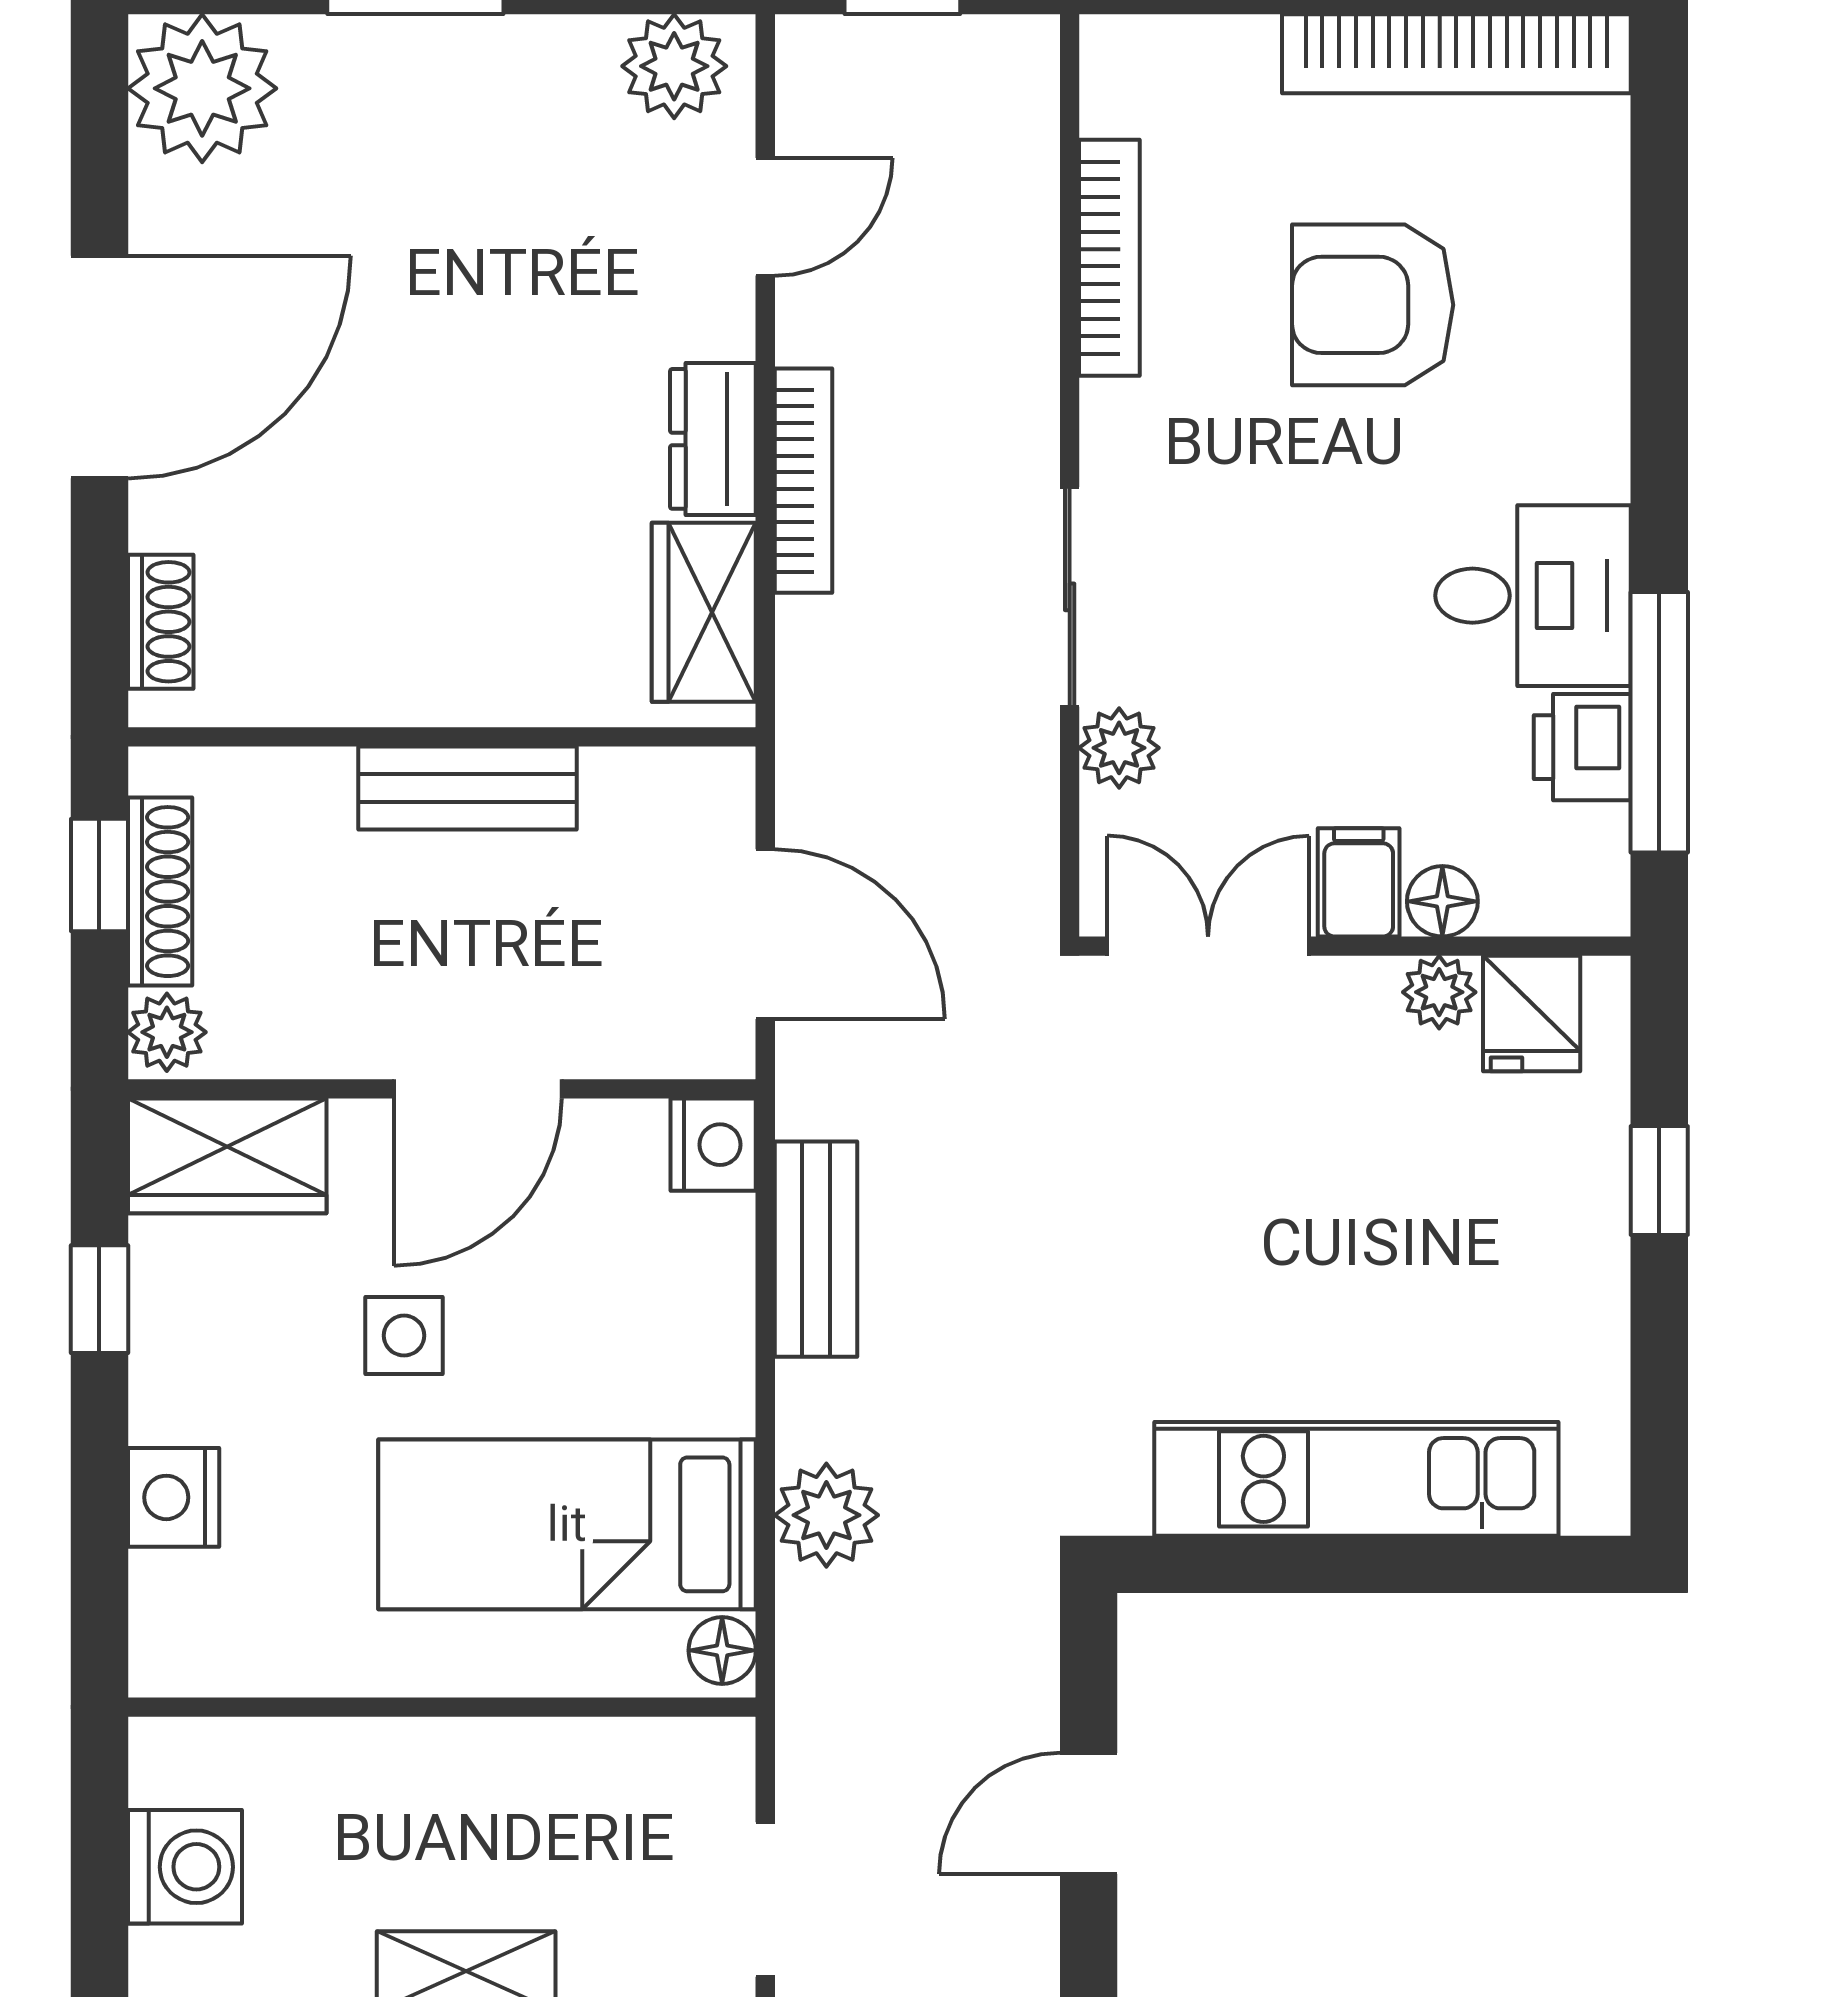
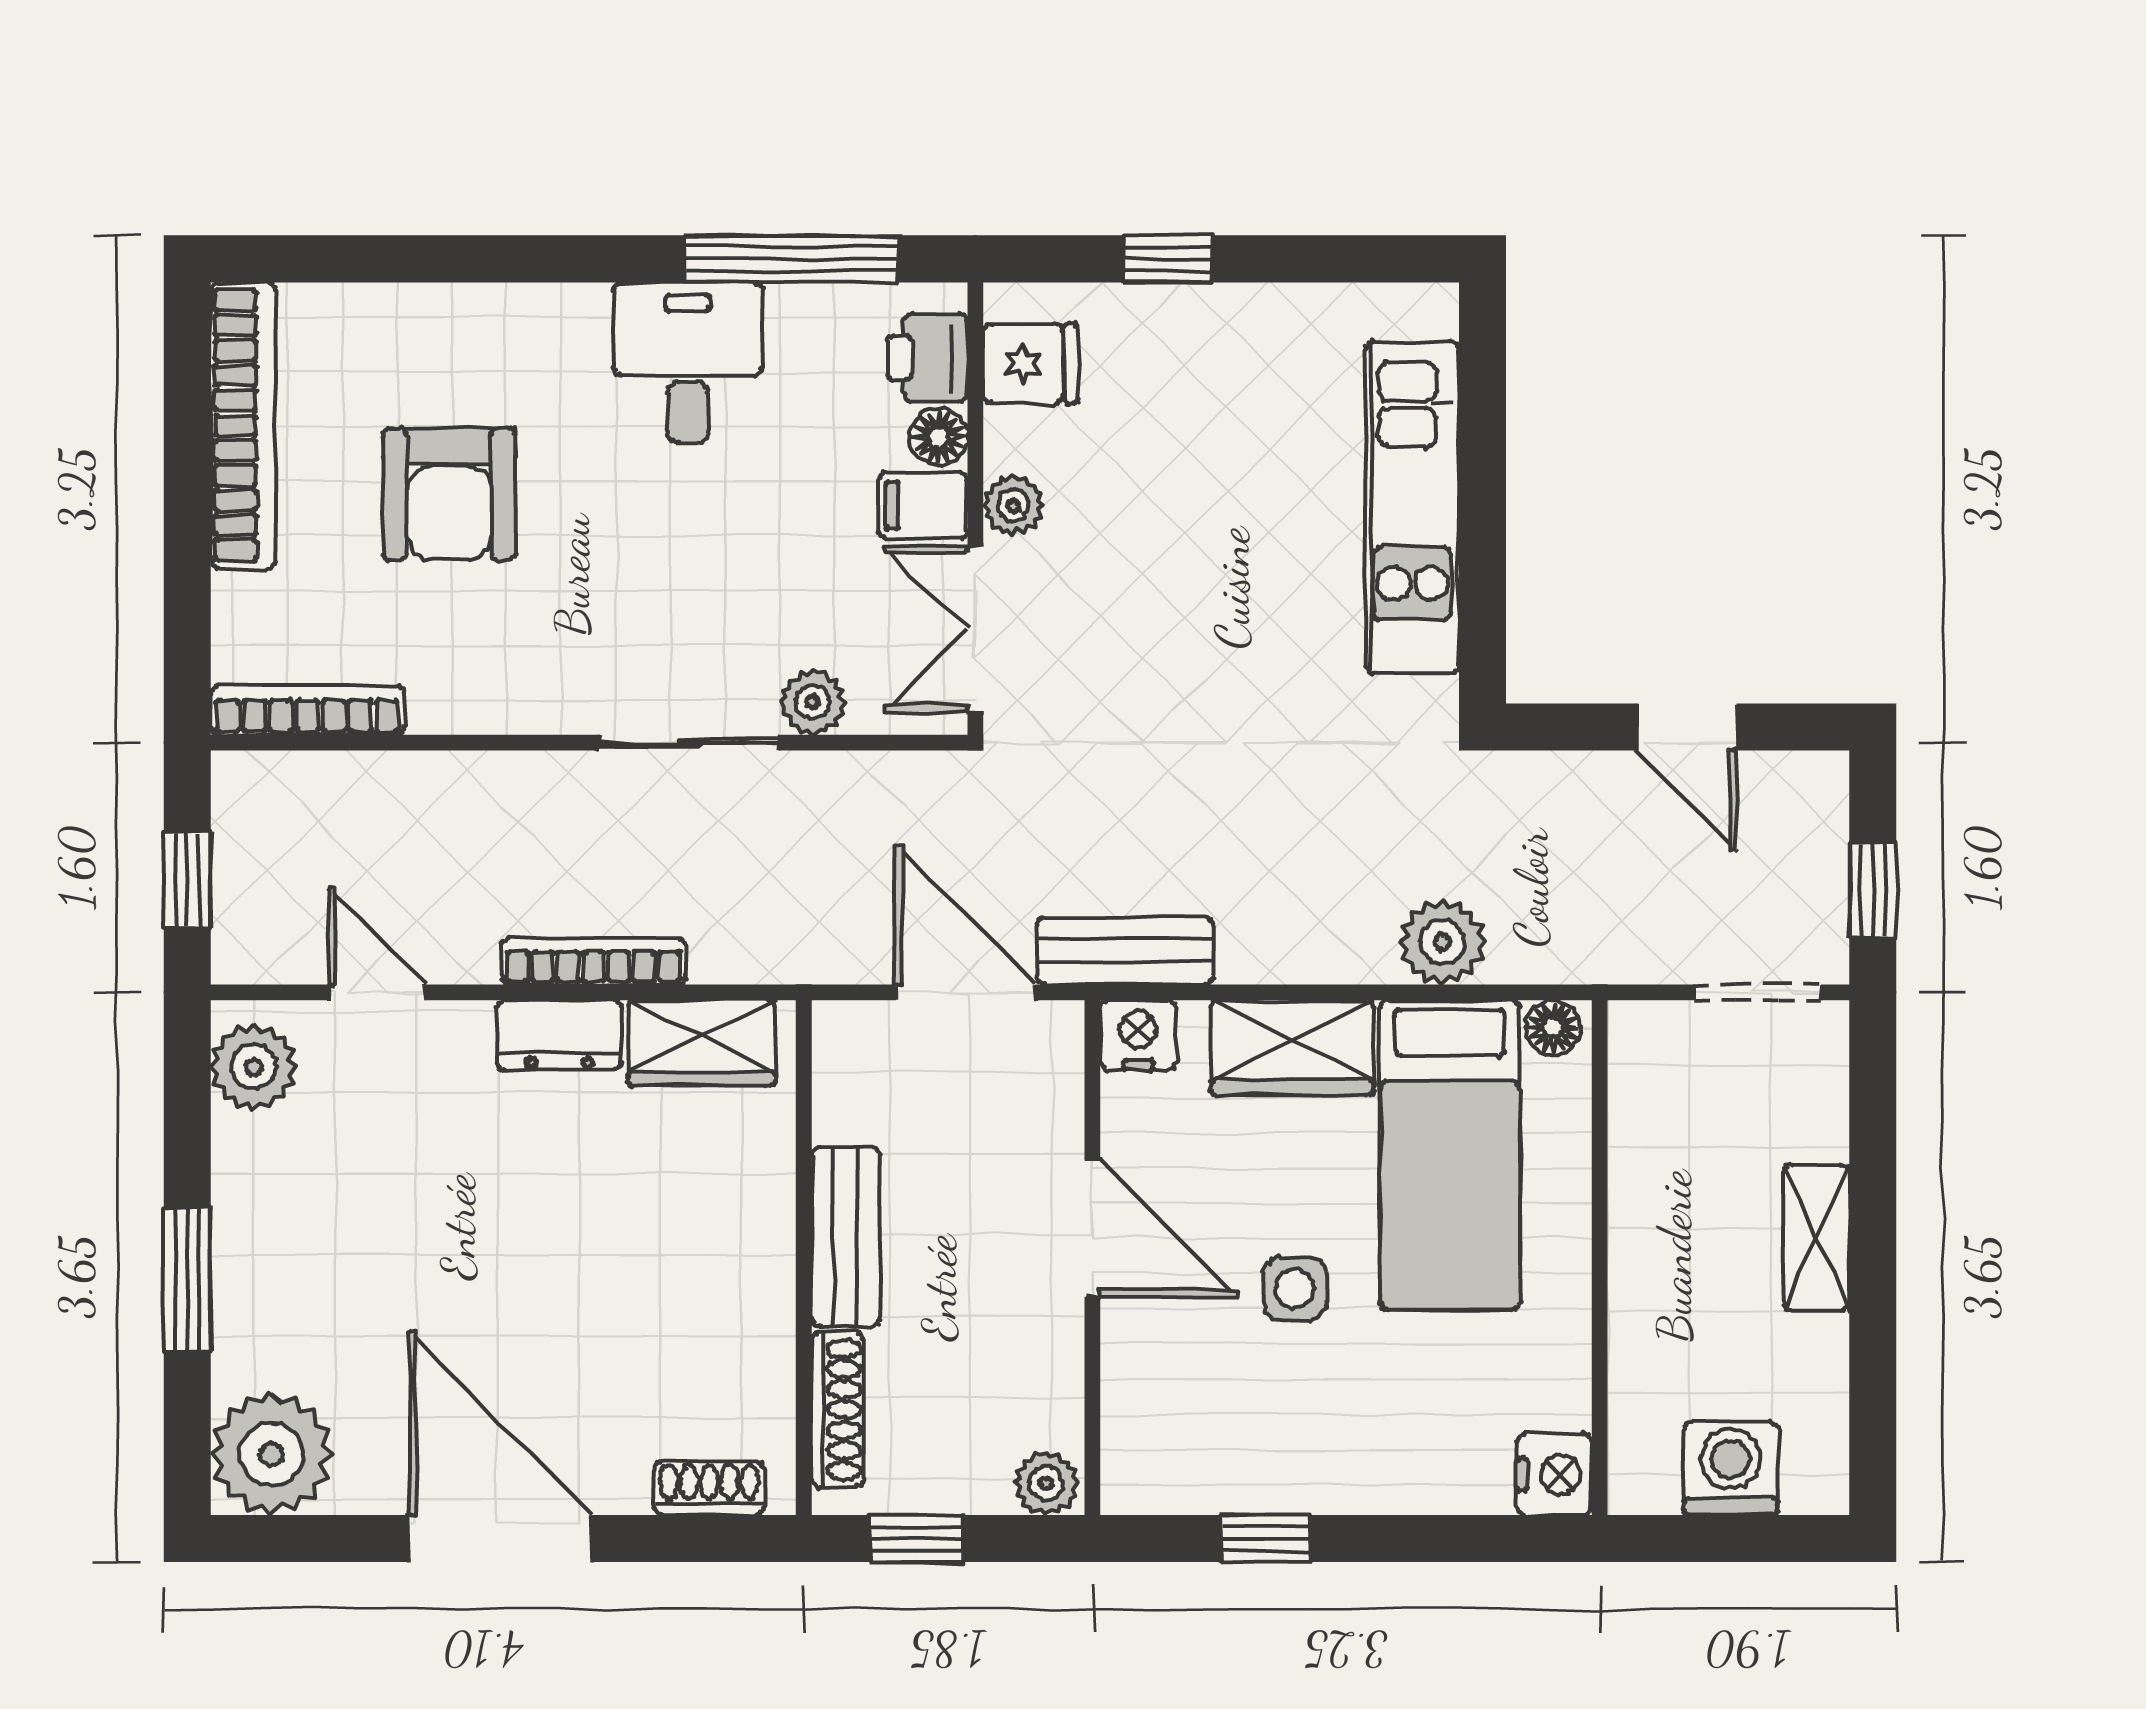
bookcase: (1109, 258) -> (308, 710), moved
printer: (1582, 747) -> (928, 358), moved, turned 90
shoe rack: (160, 892) -> (838, 1410), moved, turned 90
door: (765, 934) -> (966, 992), hinge flipped
plant: (1439, 992) -> (1013, 505), moved
wardrobe: (227, 1156) -> (1292, 1047), moved, turned 90
bench: (816, 1249) -> (1125, 951), moved
nightstand: (174, 1497) -> (1554, 1474), moved, turned -90

